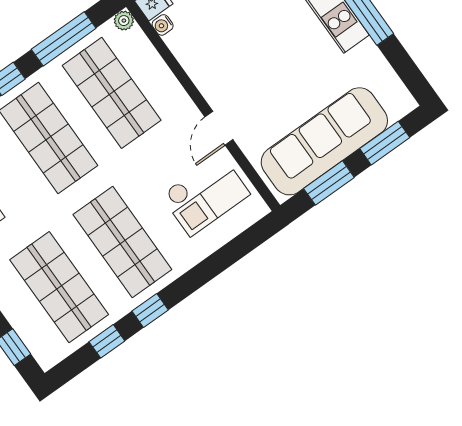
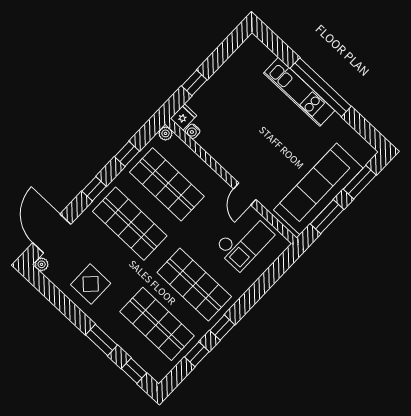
window: (64, 39) -> (127, 154), width x0.46

